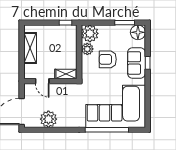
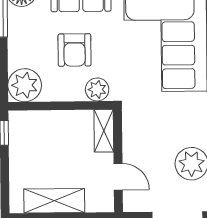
plant: (87, 49) -> (97, 89), moved
door: (42, 81) -> (118, 177), hinge flipped

